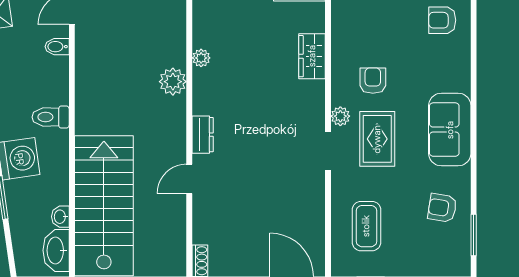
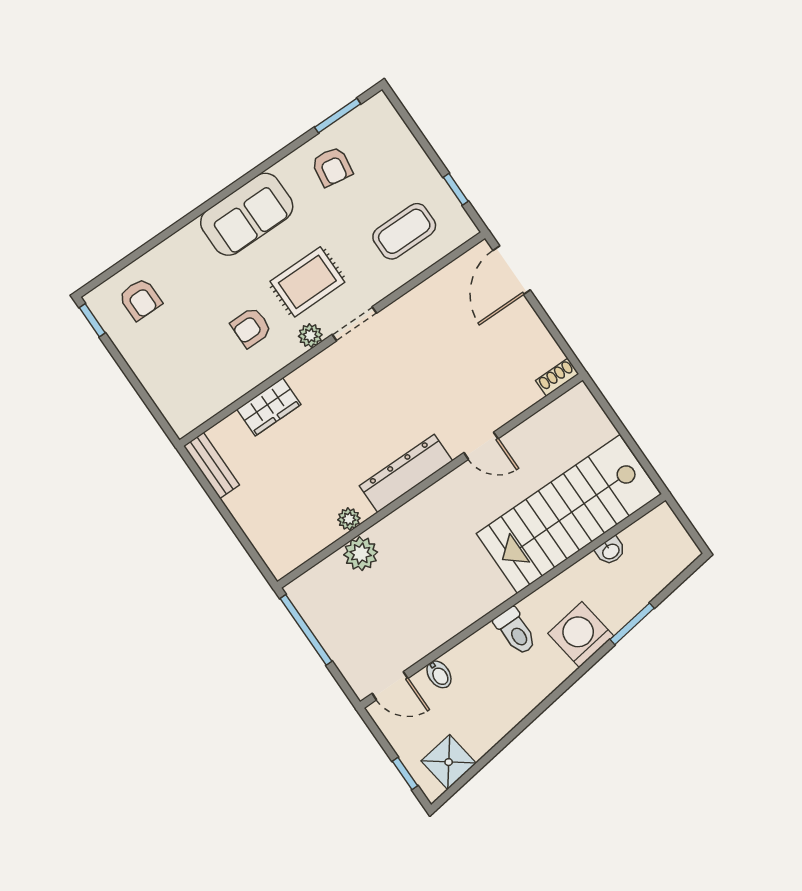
plant: (173, 82) -> (361, 554), moved
dresser: (203, 135) -> (406, 473), width x1.96, depth x1.24
washbasin: (56, 250) -> (648, 532), removed

